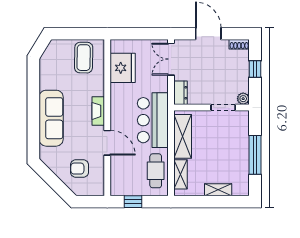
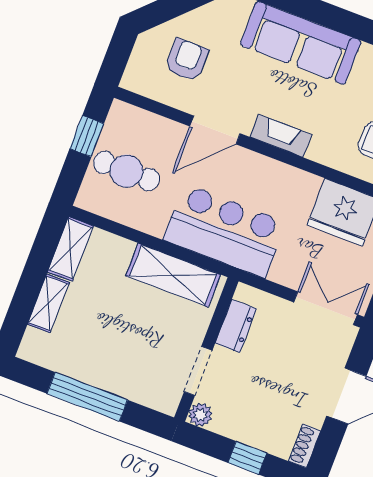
dresser: (181, 93) -> (236, 326), moved, turned -90
cafe table: (156, 171) -> (126, 171), moved
shelving: (181, 174) -> (70, 249), moved, turned 90

